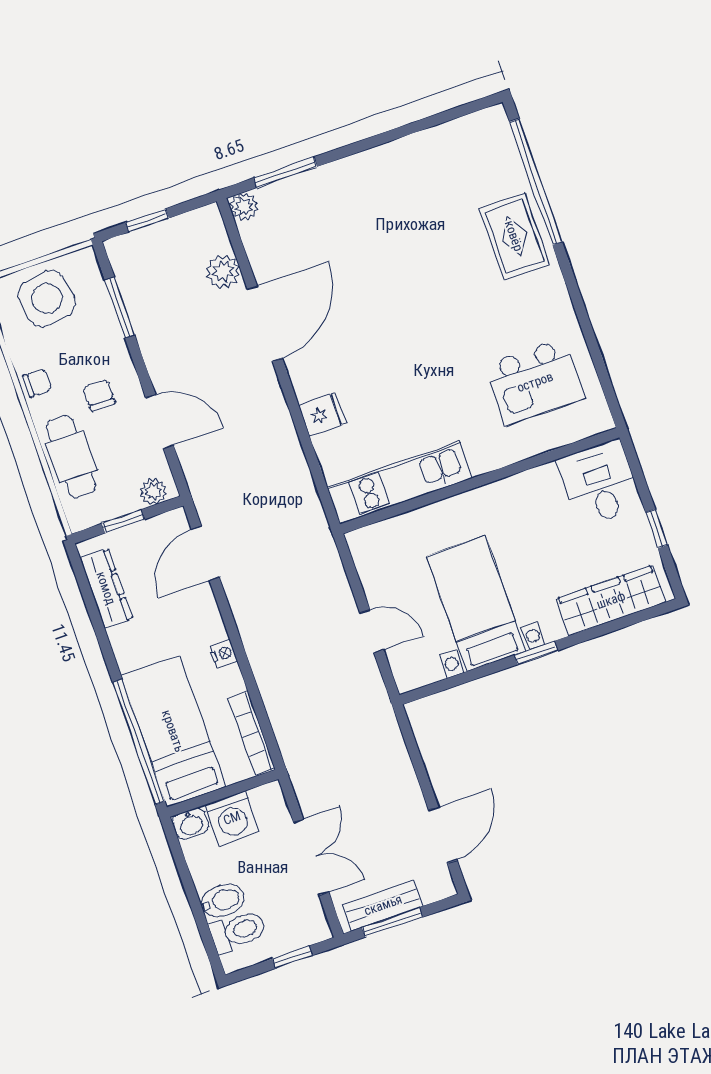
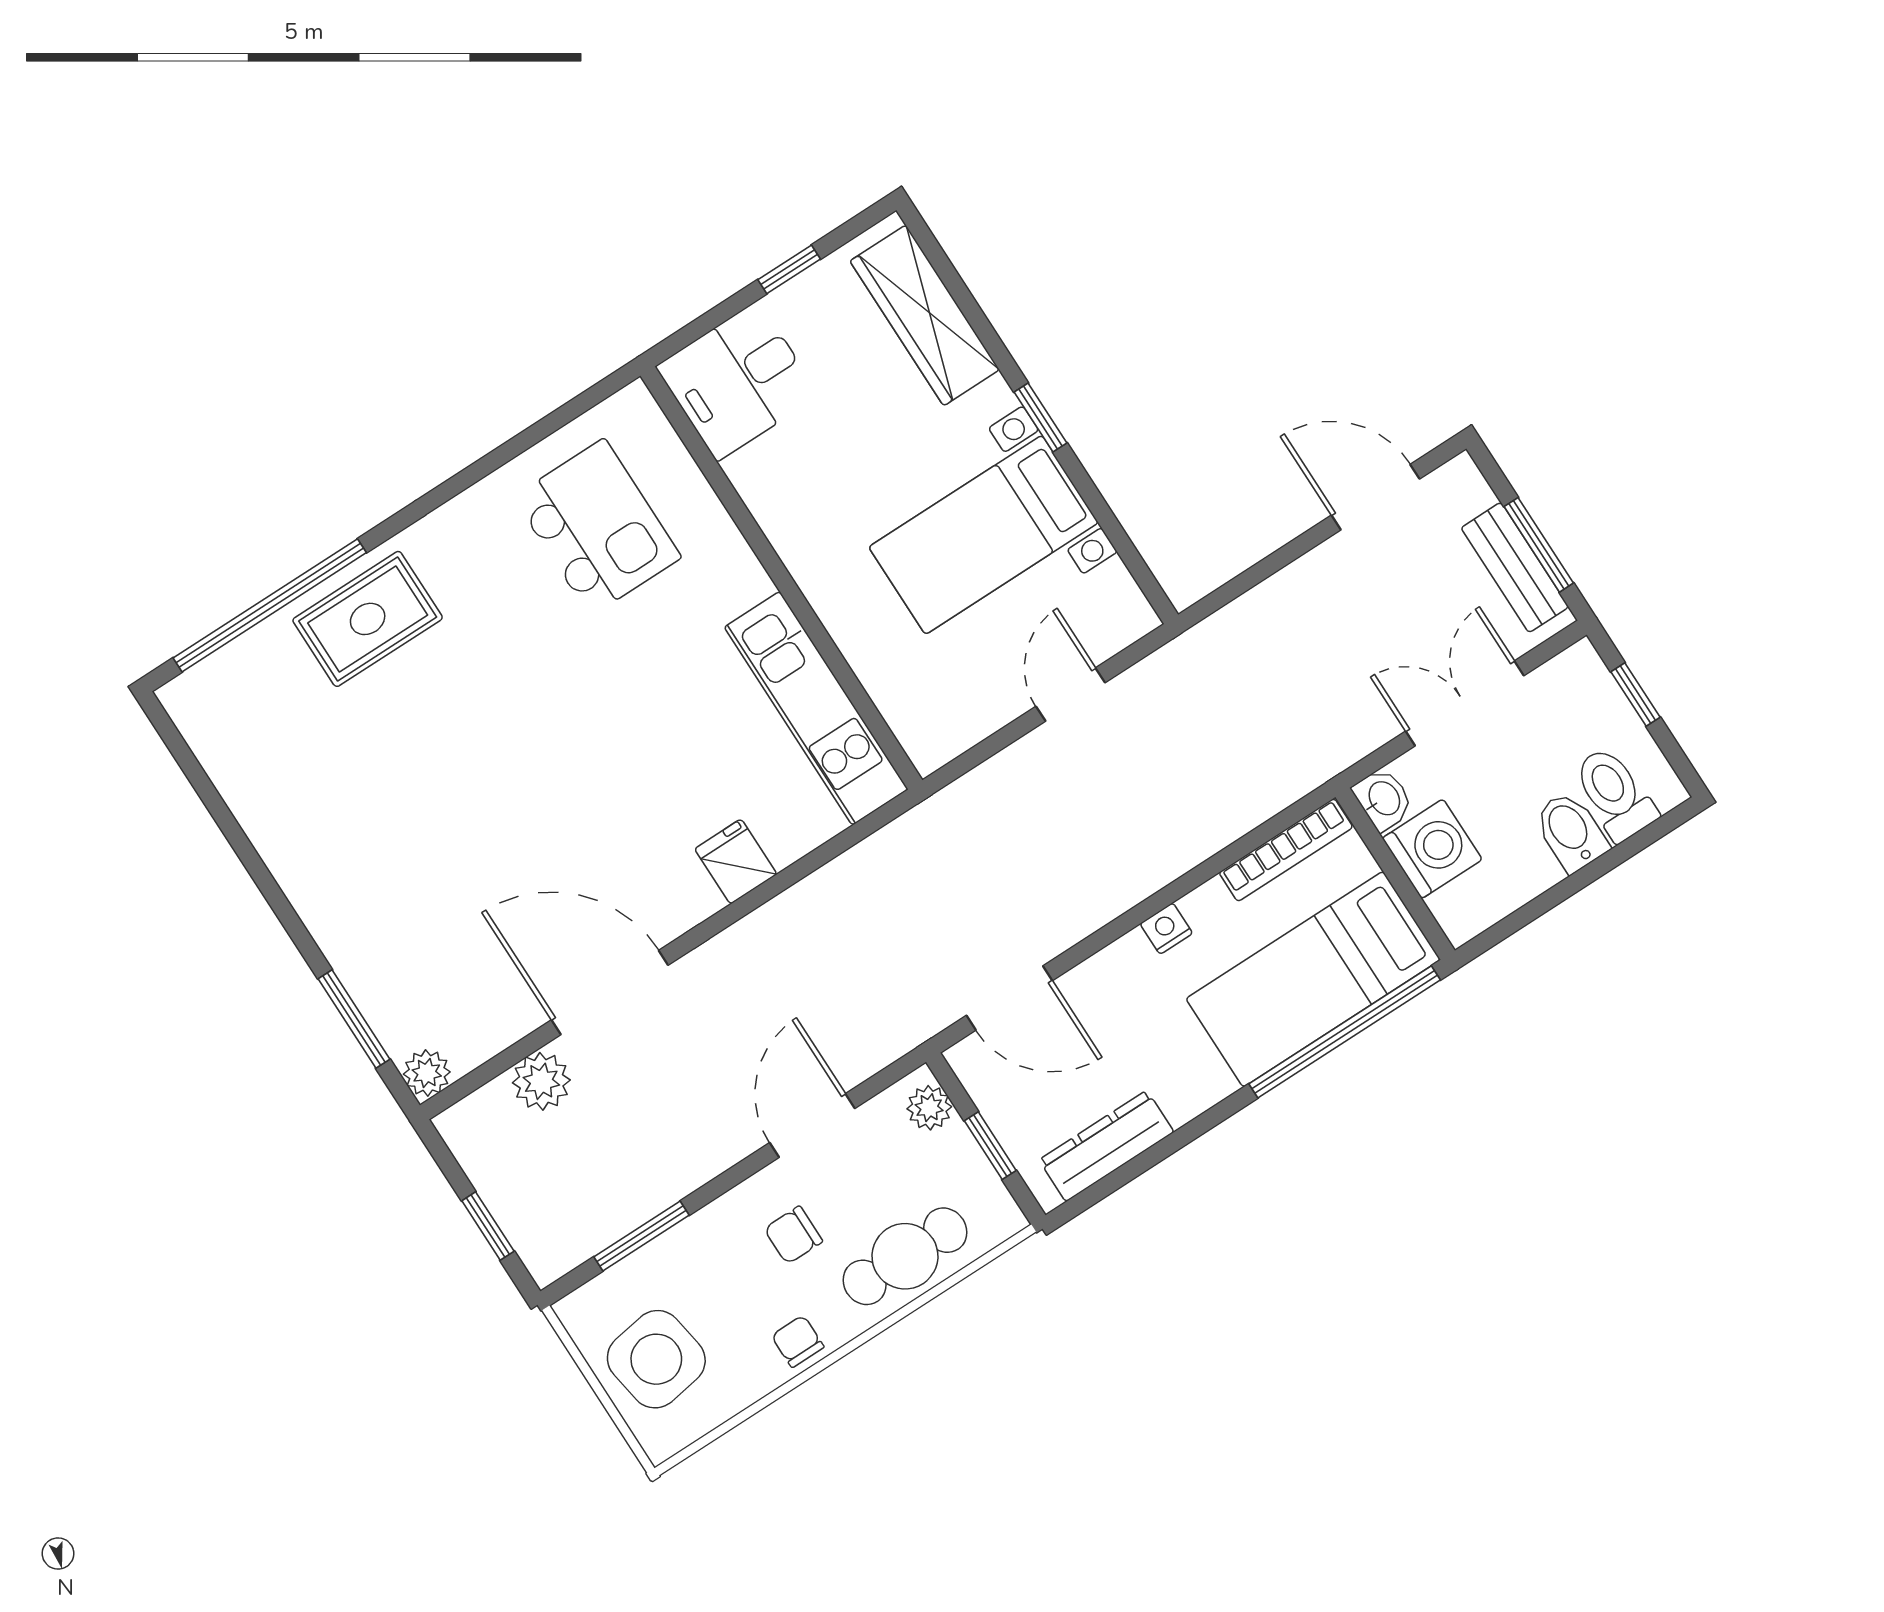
washbasin: (191, 824) -> (1383, 799), moved

